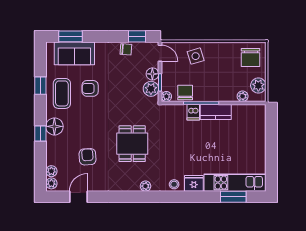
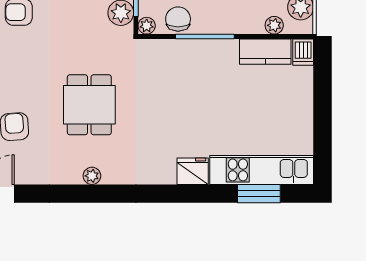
dishwasher: (193, 112) -> (303, 52), moved
kitchen counter: (216, 112) -> (265, 52), moved
stool: (174, 184) -> (159, 173), removed
plant: (145, 186) -> (92, 176), moved

